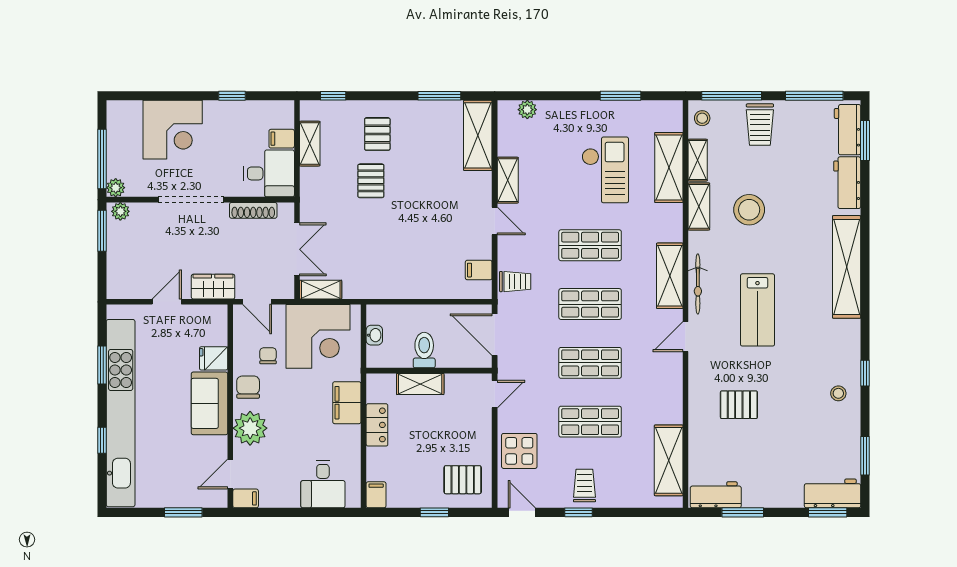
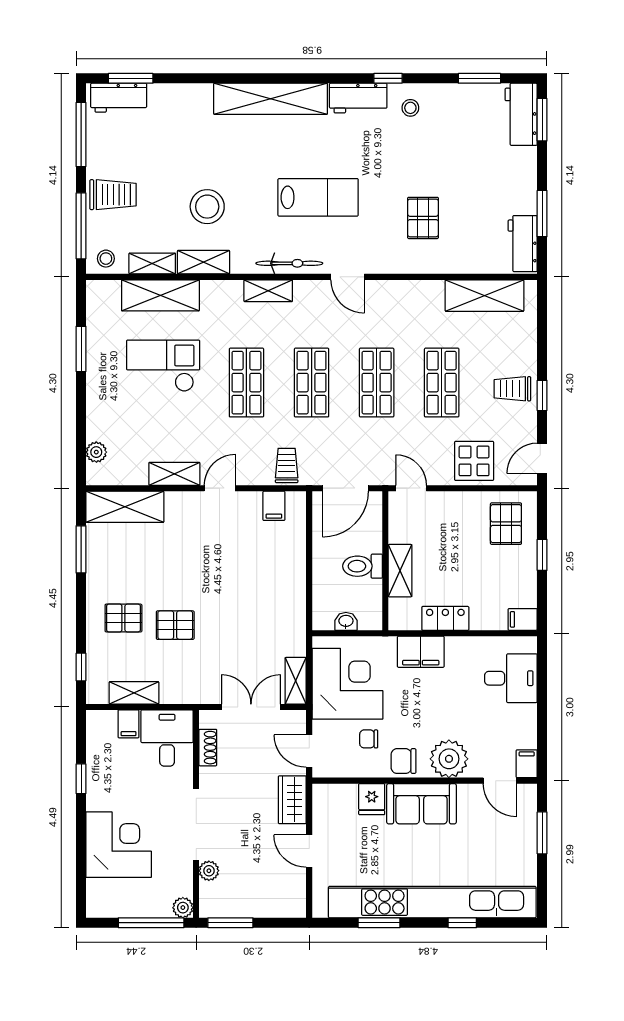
workbench: (847, 183) -> (358, 98), moved
shoe rack: (253, 210) -> (208, 748), width x0.70
plant: (120, 211) -> (209, 871), moved
shelving: (670, 276) -> (268, 291), width x0.67, depth x0.75
door: (257, 302) -> (309, 751), swing flipped

